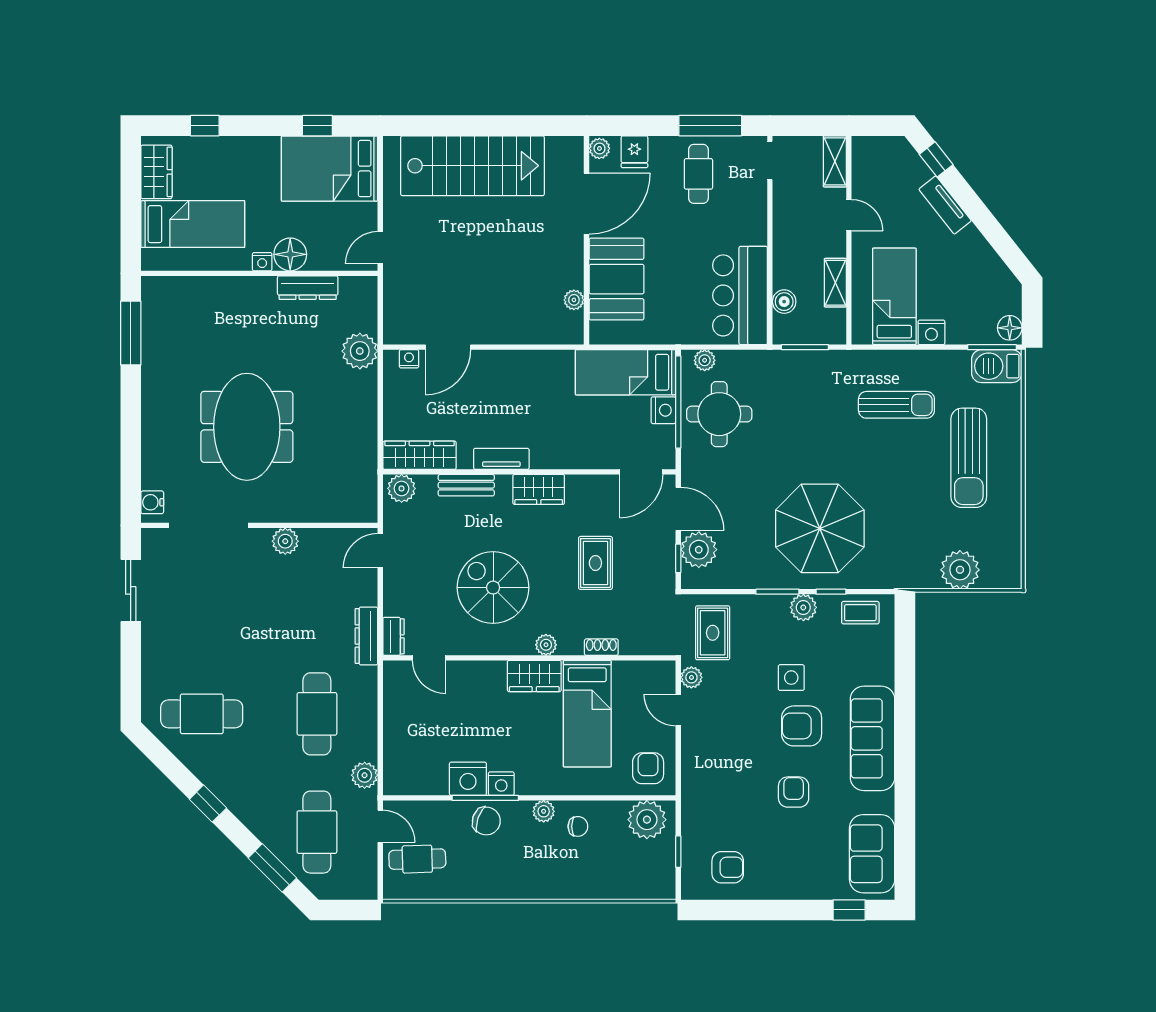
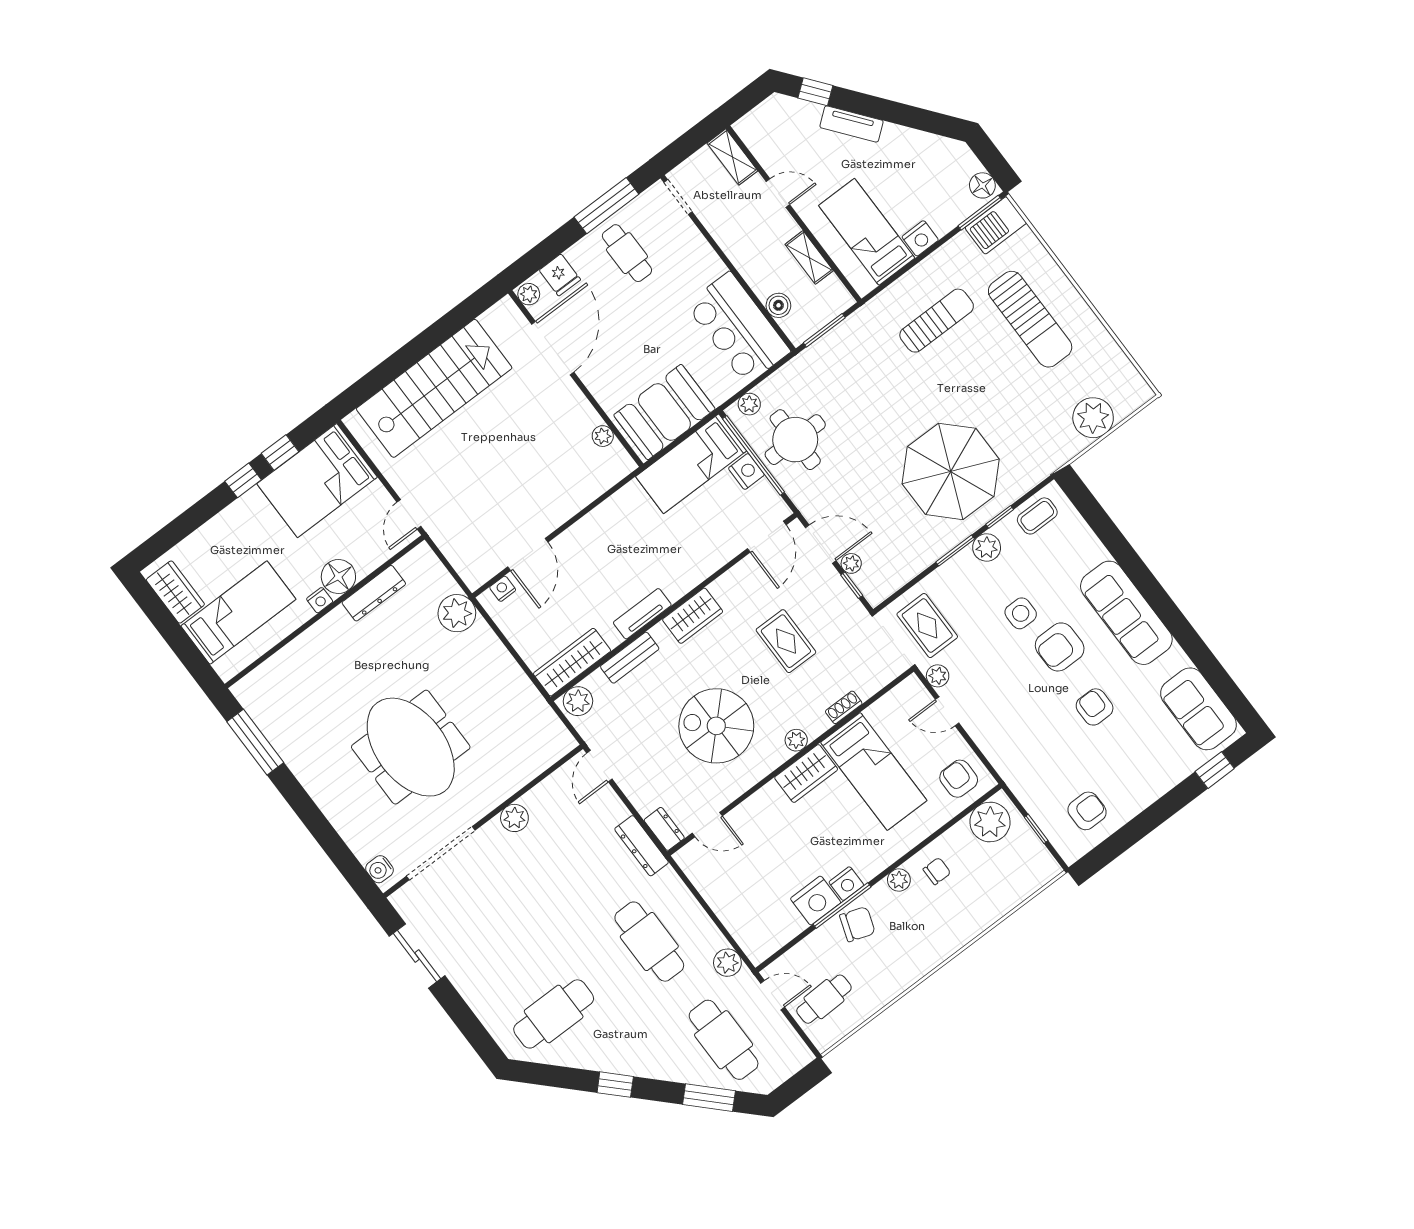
window: (205, 126) -> (243, 480), moved
booth: (617, 279) -> (664, 412), moved, turned 90
plant: (699, 550) -> (851, 563), width x0.53, depth x0.53

